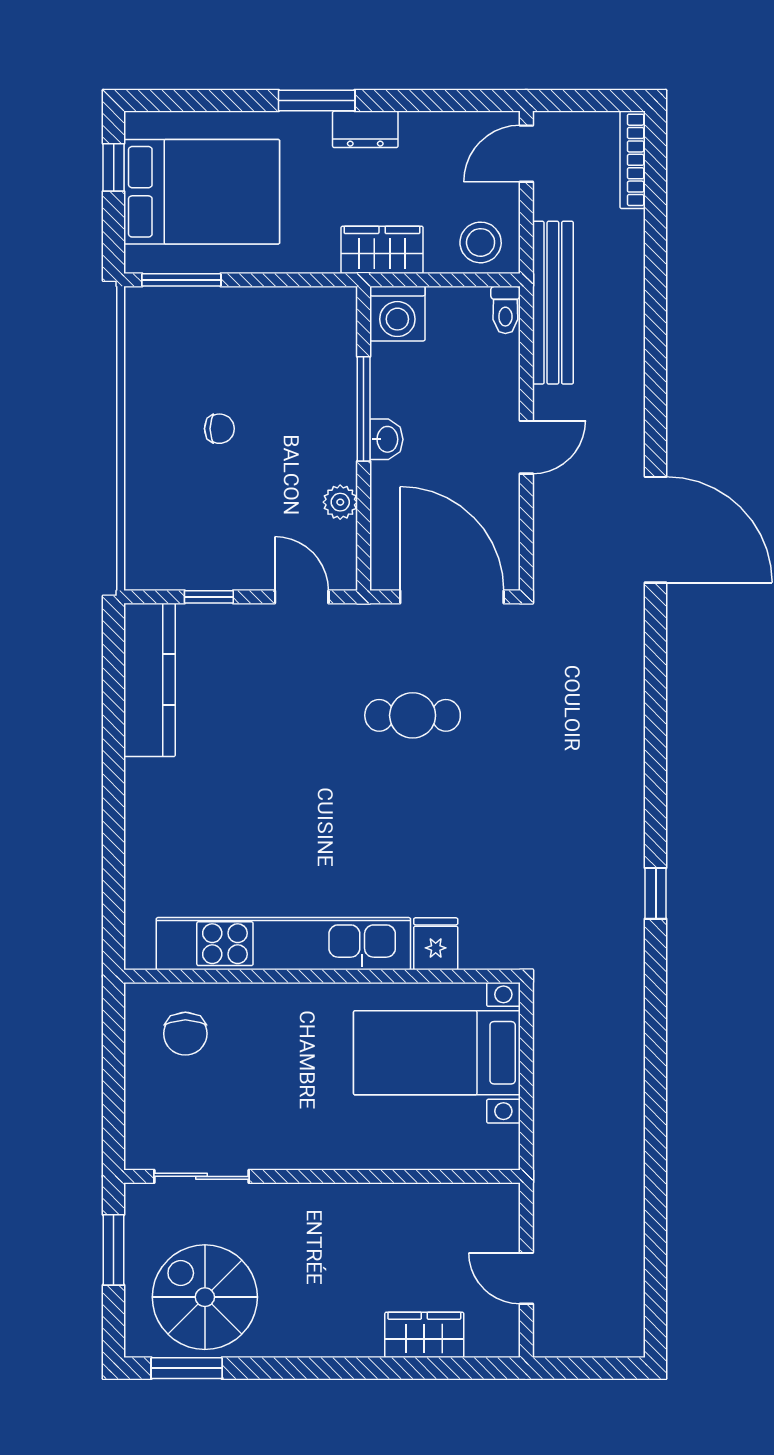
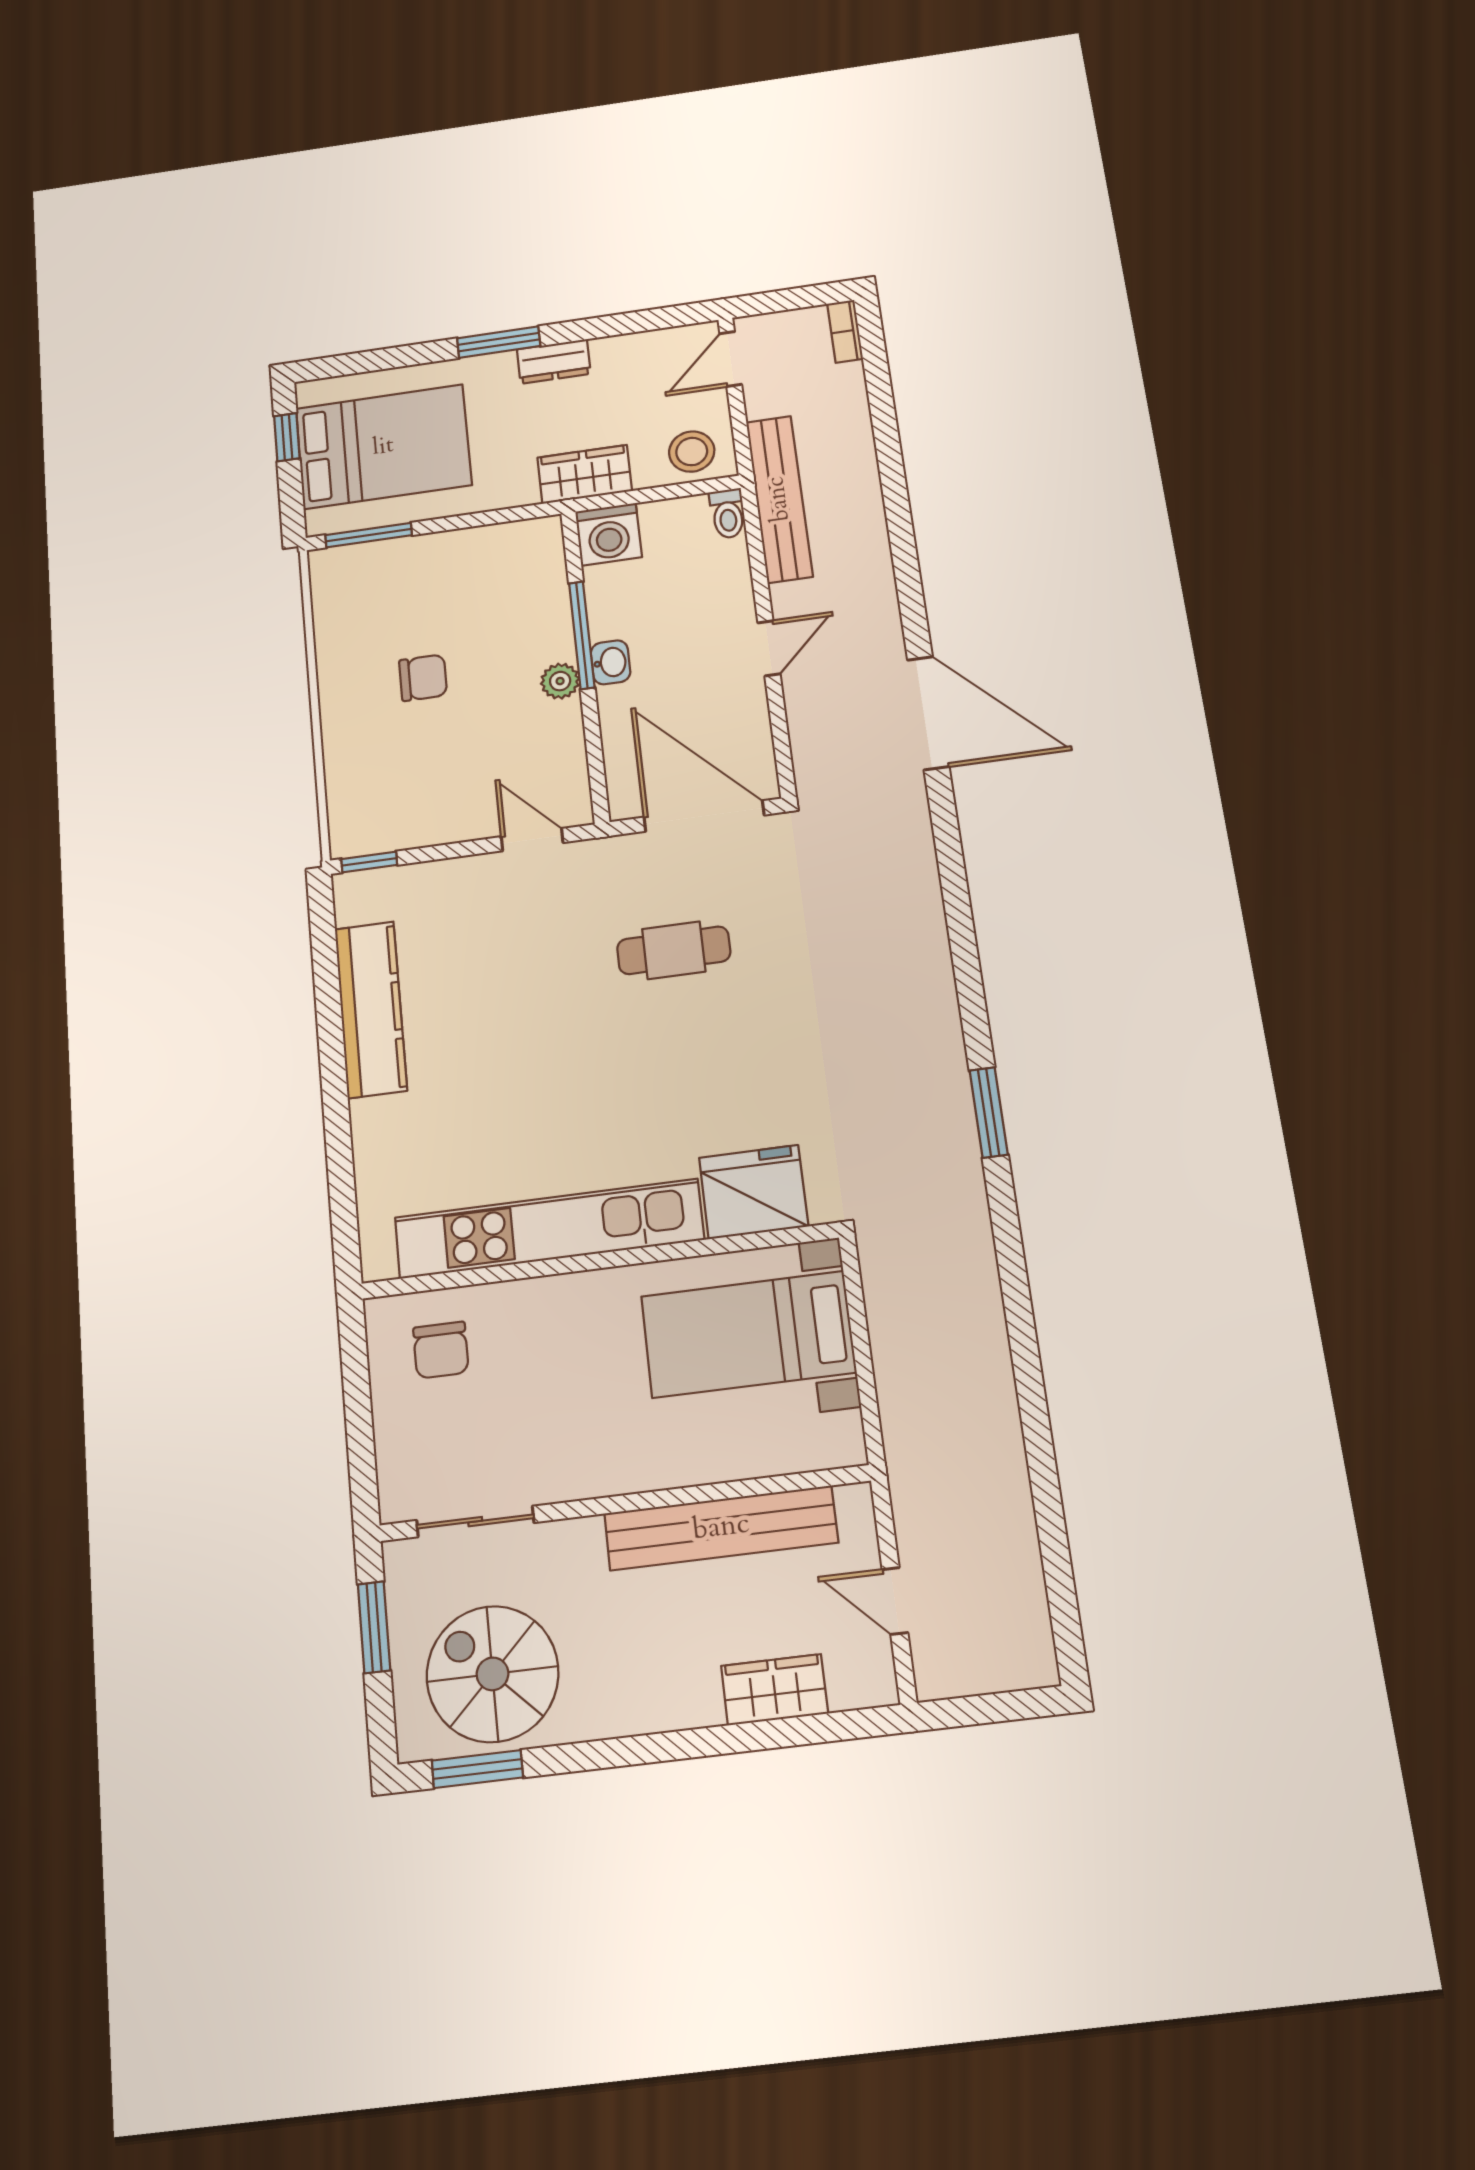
bookcase: (633, 160) -> (845, 331), width x0.64
chair: (219, 429) -> (423, 678), width x1.37, depth x1.37
plant: (340, 502) -> (560, 681), moved
window: (209, 597) -> (369, 862), moved
kitchen counter: (150, 680) -> (371, 1009), moved
window: (656, 893) -> (989, 1112), width x1.50
fridge: (436, 944) -> (754, 1192), width x1.88, depth x1.34
bench: (397, 1205) -> (721, 1528), added

